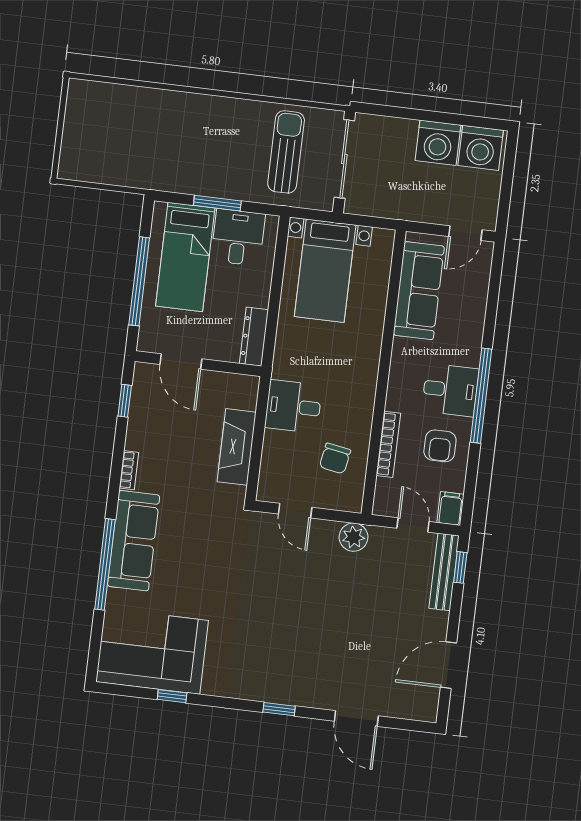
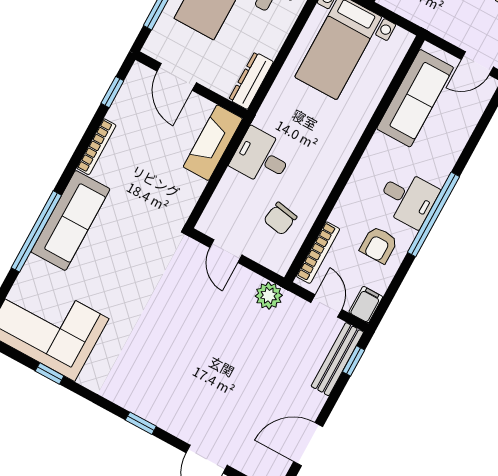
bookcase: (388, 444) -> (318, 253), moved
fireplace: (237, 447) -> (213, 143), moved
bookcase: (129, 470) -> (96, 147), width x1.56

